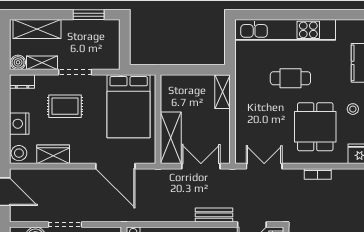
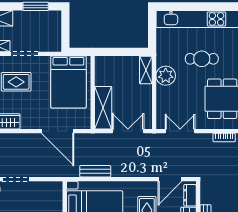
plant: (247, 99) -> (166, 76), added
bench: (214, 215) -> (95, 171), moved

